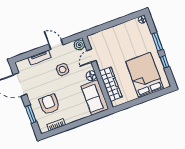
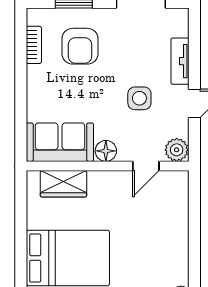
door: (91, 56) -> (146, 166), swing flipped
wardrobe: (111, 84) -> (63, 184), width x0.67
armchair: (49, 104) -> (80, 46), turned 90

